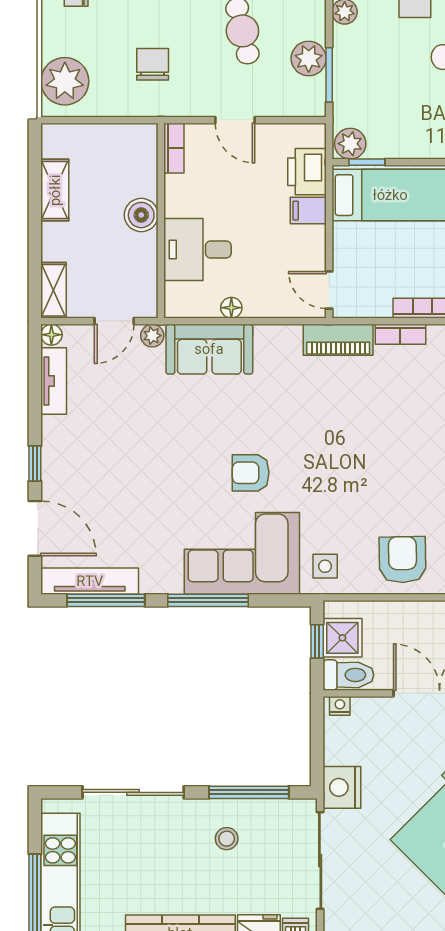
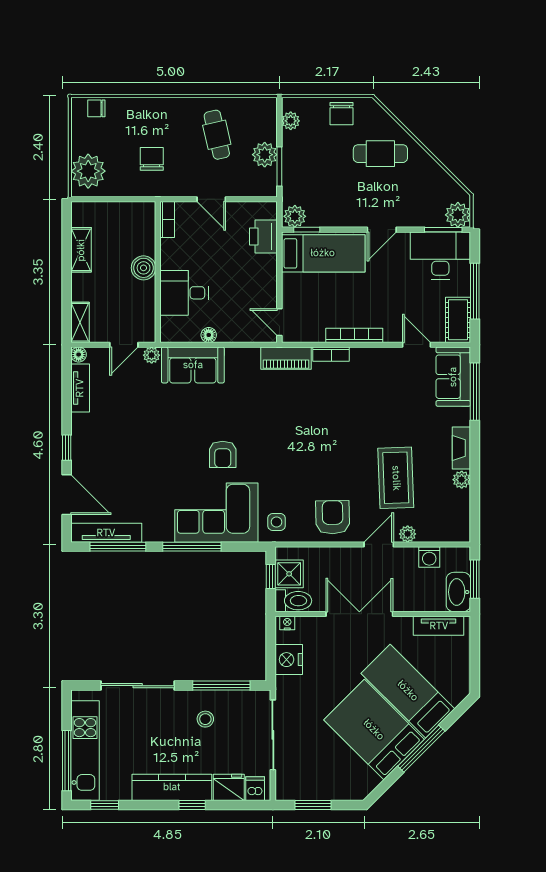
filing cabinet: (308, 211) -> (264, 265), removed
armchair: (251, 473) -> (223, 454), turned -90
nightstand: (342, 787) -> (289, 660), moved

